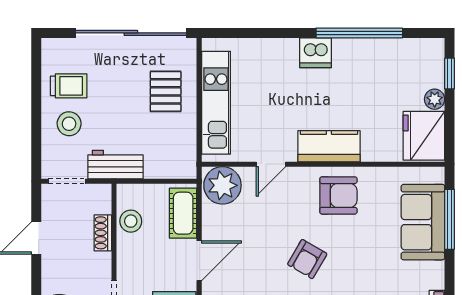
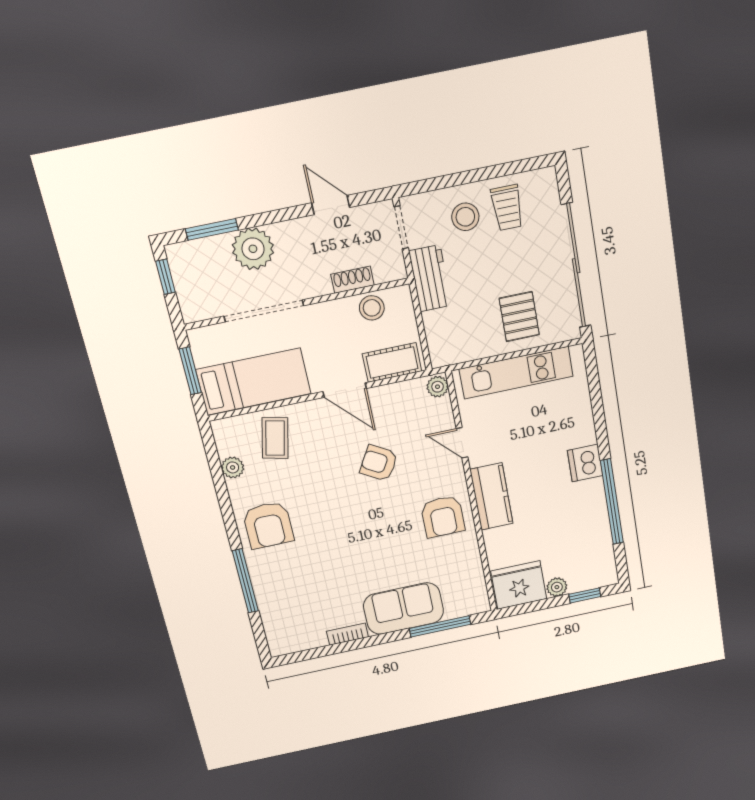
pallet: (166, 91) -> (519, 317), turned 90
plant: (222, 185) -> (438, 387), width x0.53, depth x0.53
sofa: (423, 222) -> (404, 609), moved
armchair: (307, 259) -> (379, 463), moved

